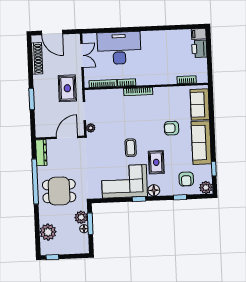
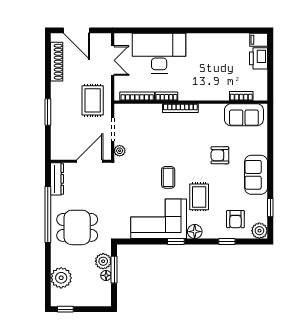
sofa: (200, 105) -> (244, 115), moved, turned -90
sofa: (201, 143) -> (256, 175), width x0.73

